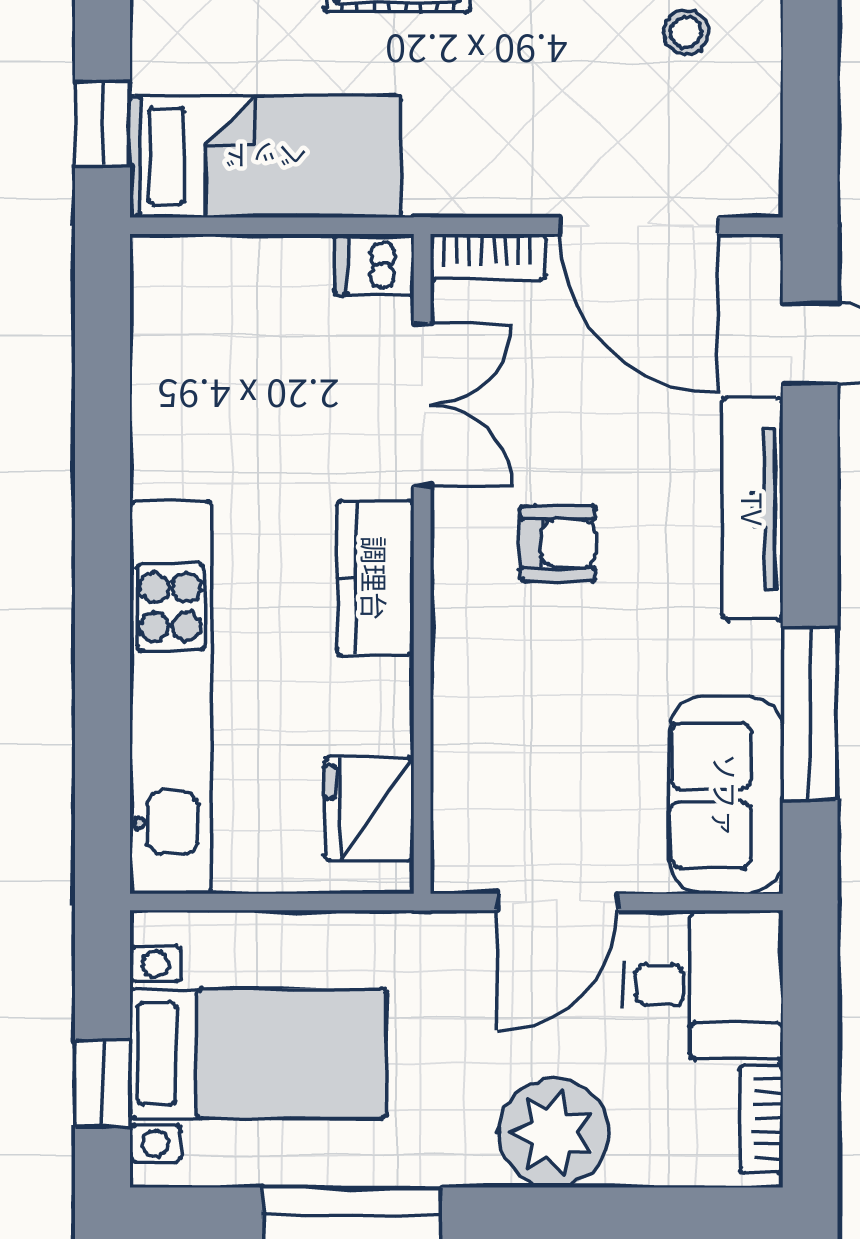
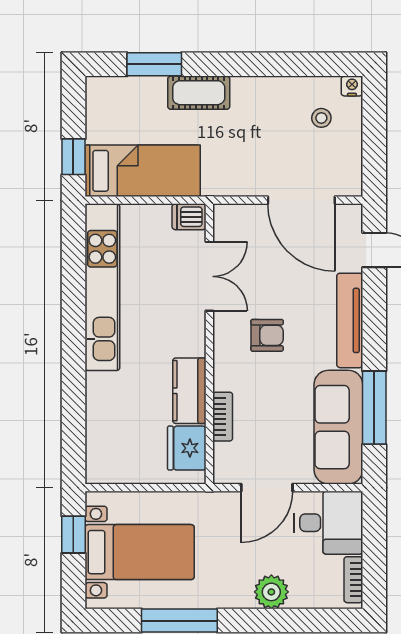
bookcase: (488, 257) -> (223, 417), moved, turned -90
kitchen counter: (375, 578) -> (189, 391), moved
kitchen unit: (170, 697) -> (102, 287), moved
sofa: (726, 795) -> (338, 427), width x1.36
window: (102, 1083) -> (73, 535), moved
plant: (553, 1133) -> (271, 592), width x0.73, depth x0.73

